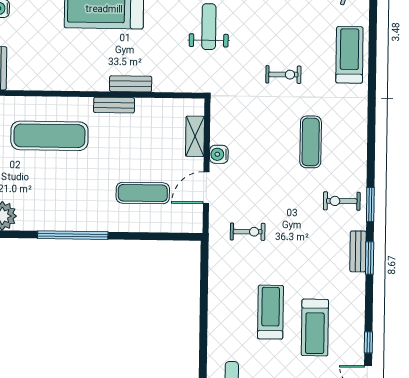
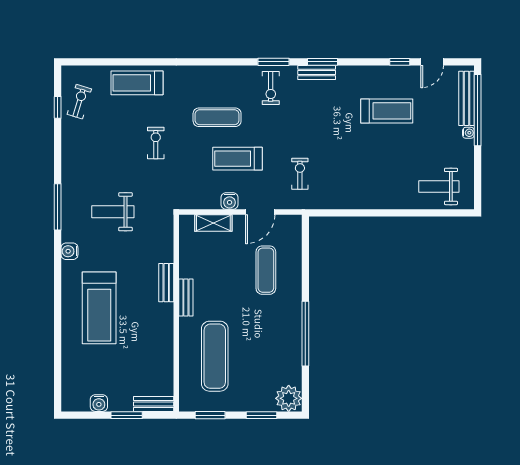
door: (206, 188) -> (260, 212), hinge flipped
treadmill: (270, 312) -> (238, 159), moved

